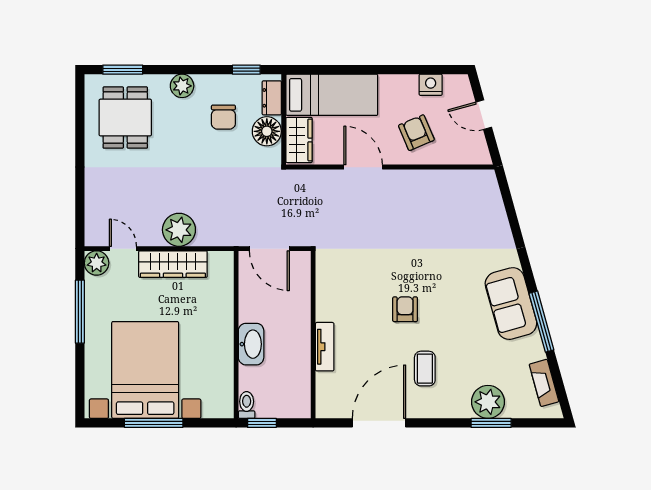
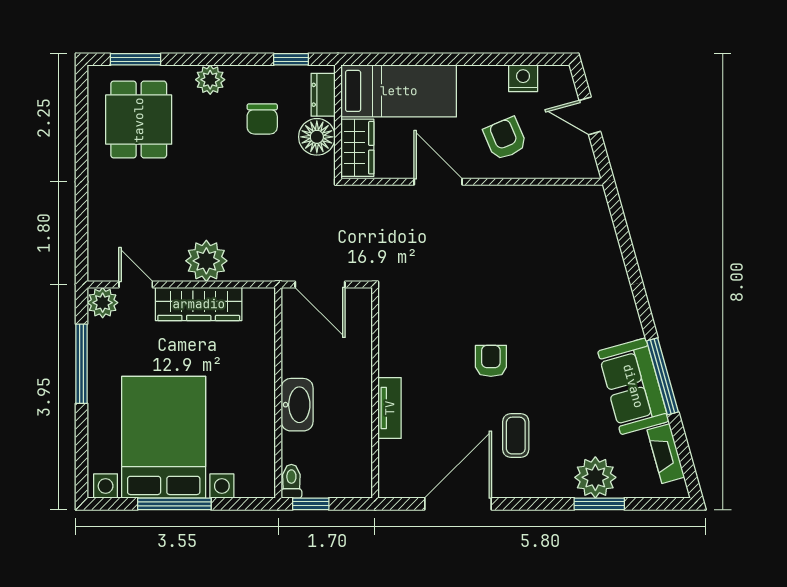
sofa: (511, 304) -> (633, 386), moved

